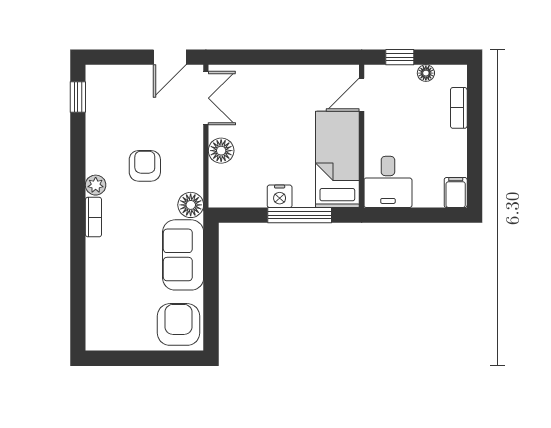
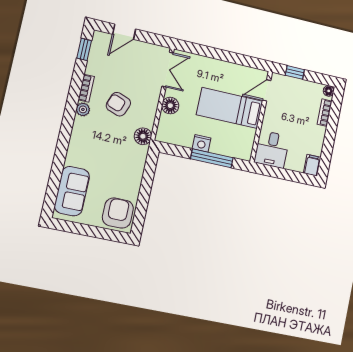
door: (170, 57) -> (124, 32), moved
floor lamp: (426, 73) -> (329, 91), moved
bed: (337, 159) -> (230, 108), moved, turned -90
armchair: (145, 166) -> (118, 104), turned -70
bookcase: (93, 217) -> (86, 88), moved
sofa: (183, 255) -> (72, 191), moved, turned 180

